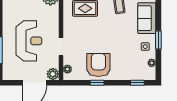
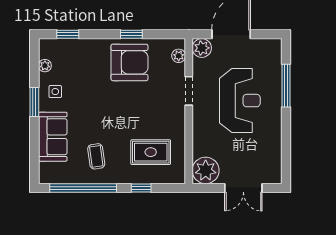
reception desk: (29, 41) -> (240, 101), turned 180
armchair: (98, 65) -> (129, 62), turned -90

